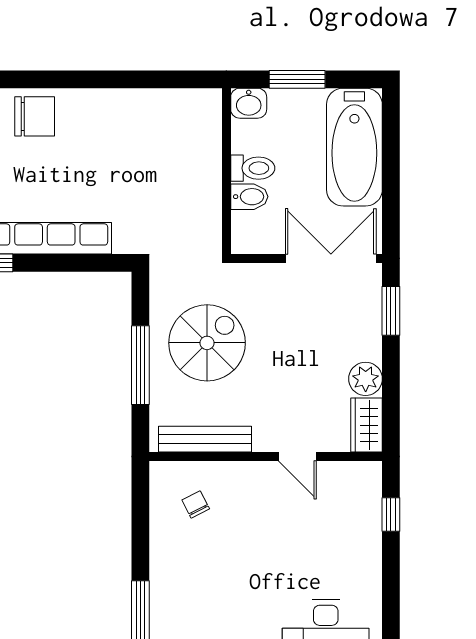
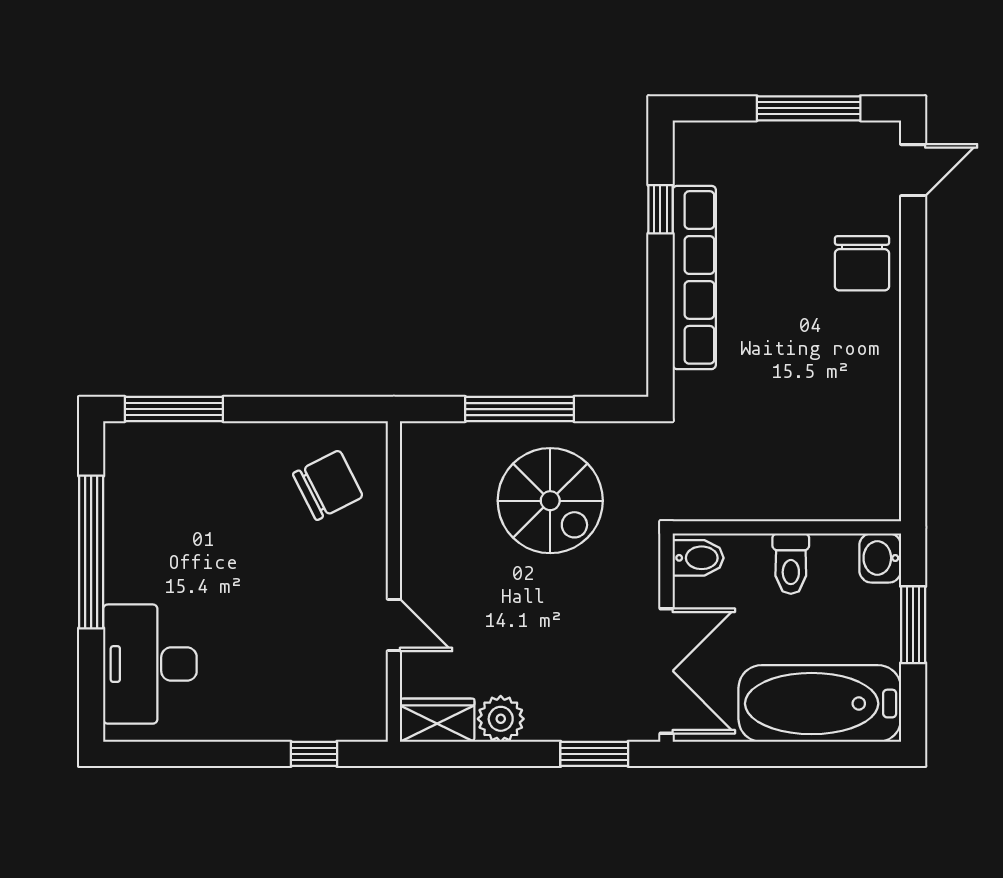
bidet: (249, 197) -> (698, 558), moved, turned -90
bench: (205, 439) -> (418, 498), removed
door: (297, 456) -> (394, 625), swing flipped
chair: (196, 504) -> (328, 485), width x1.87, depth x1.87

